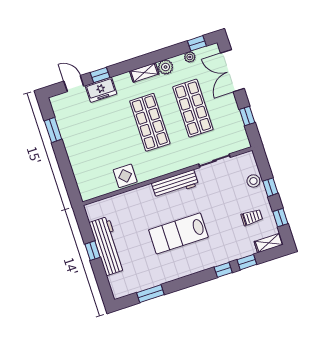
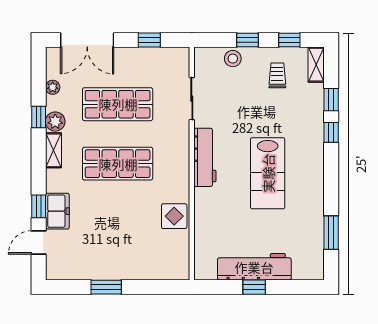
window: (197, 43) -> (39, 117), moved
window: (53, 130) -> (106, 287), moved

